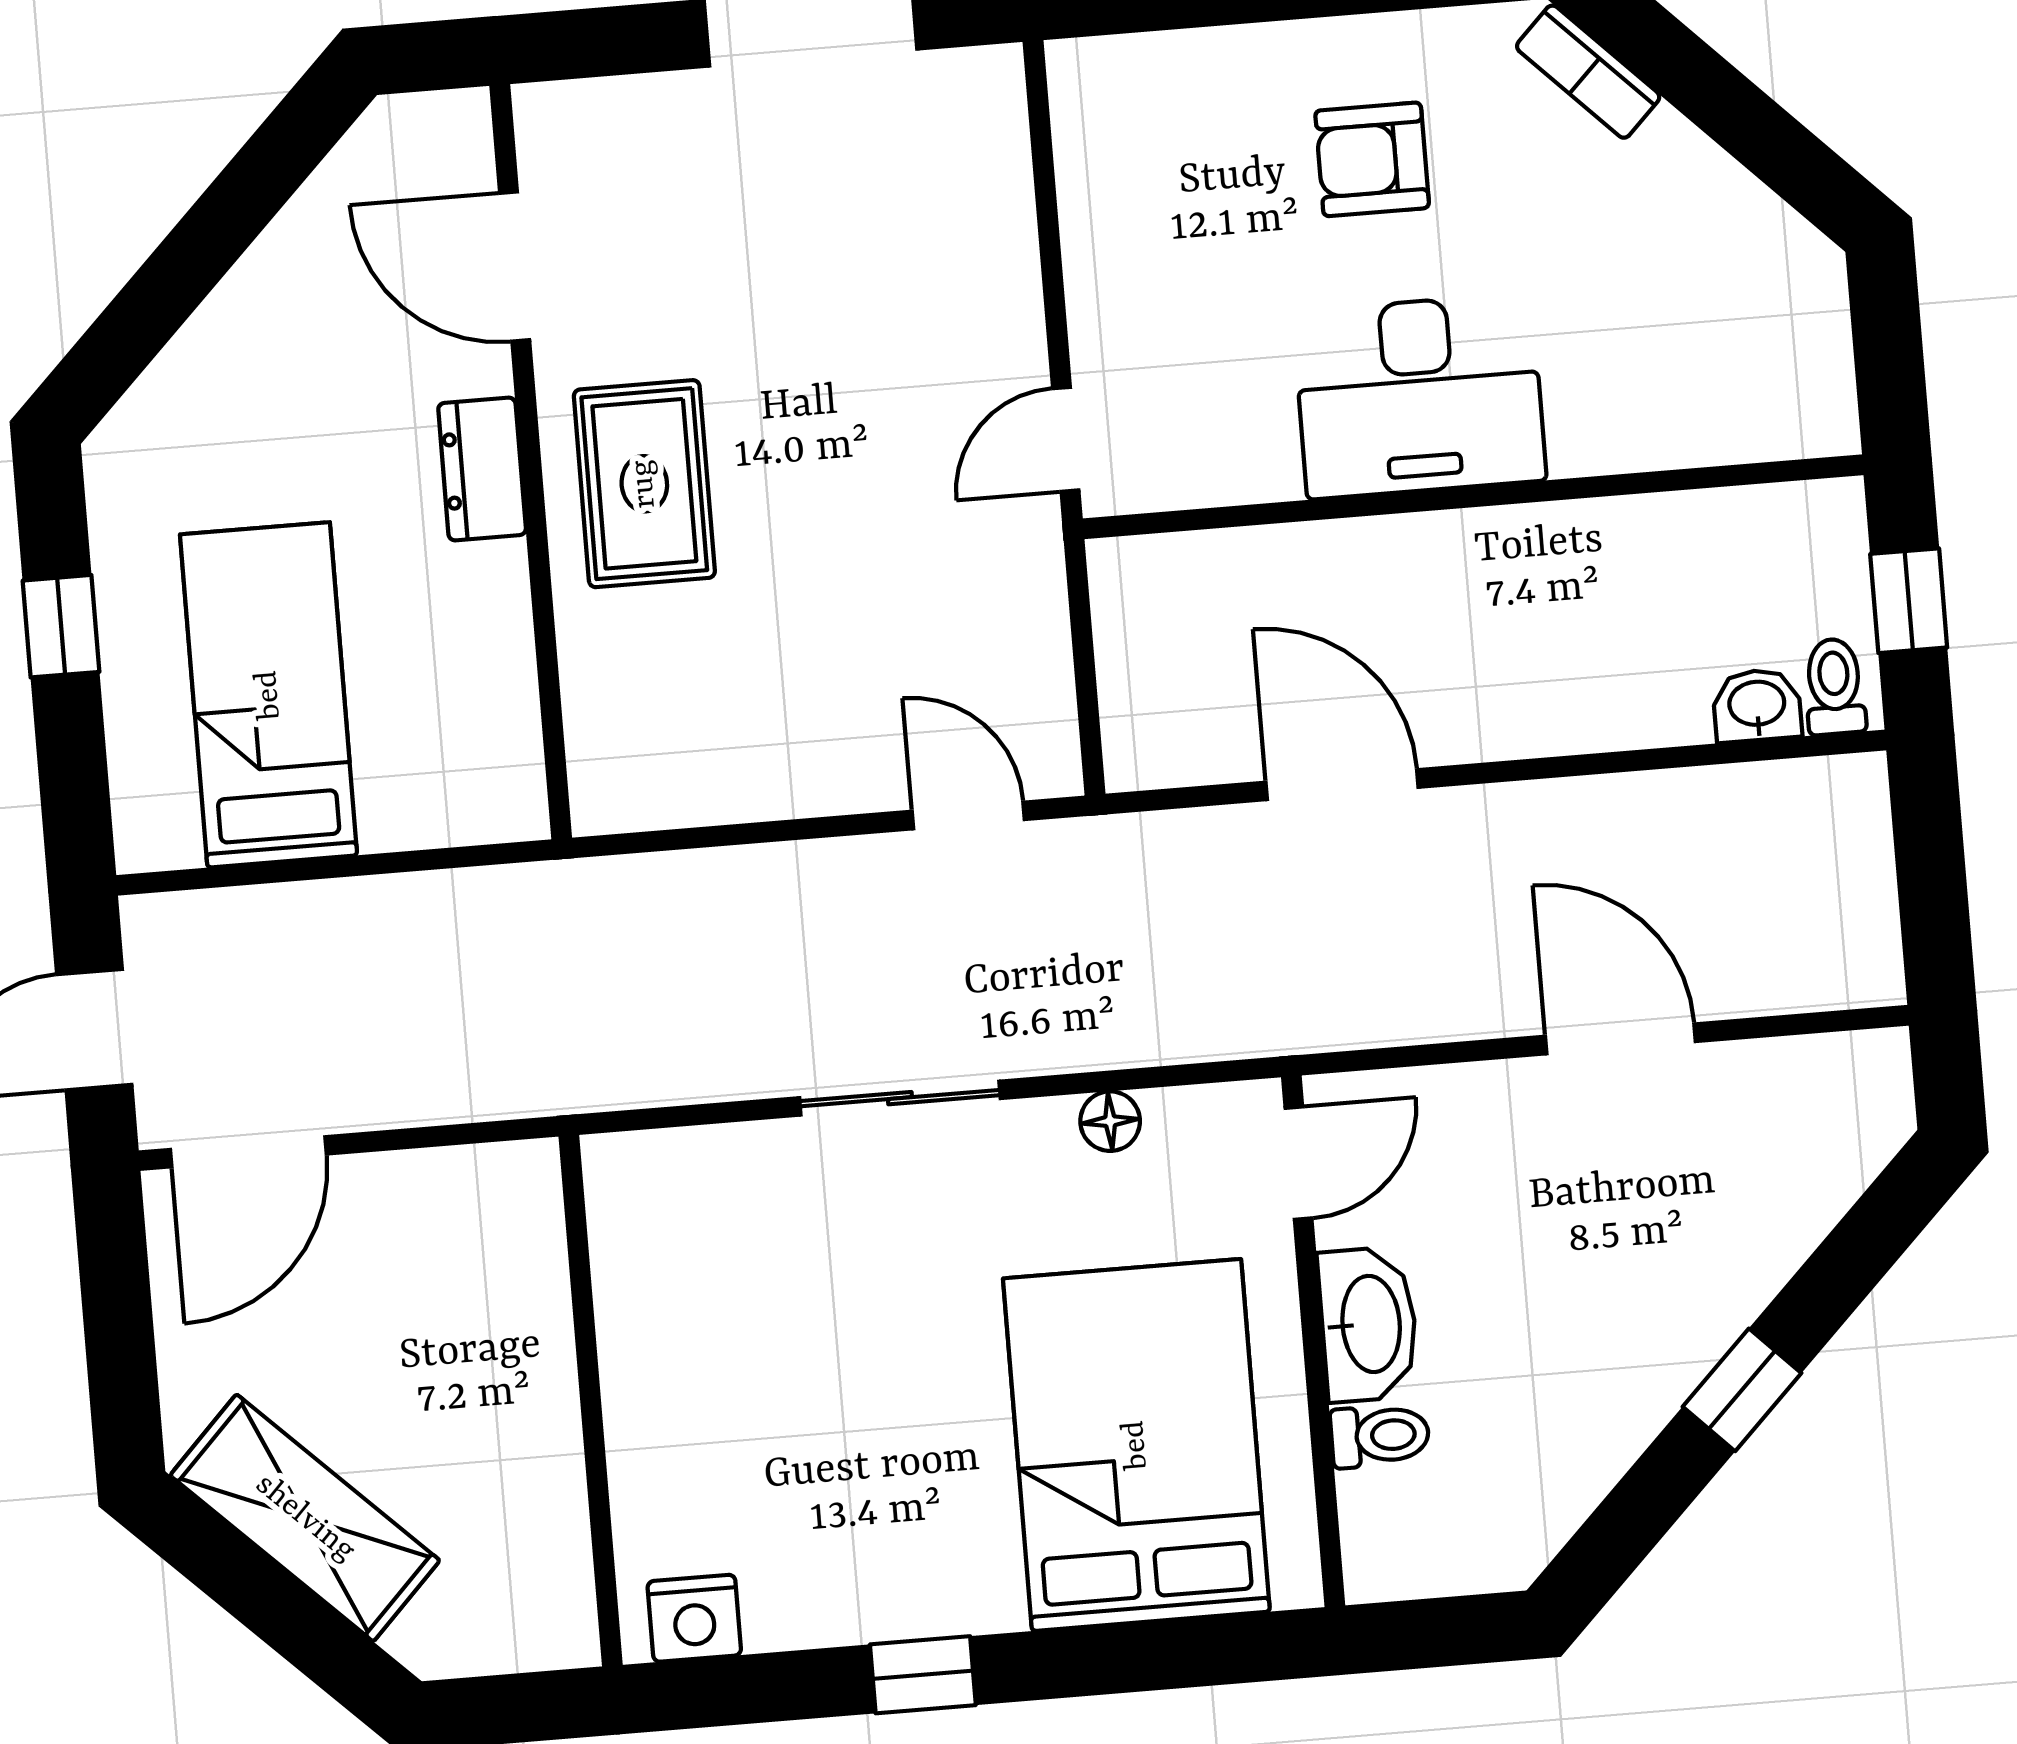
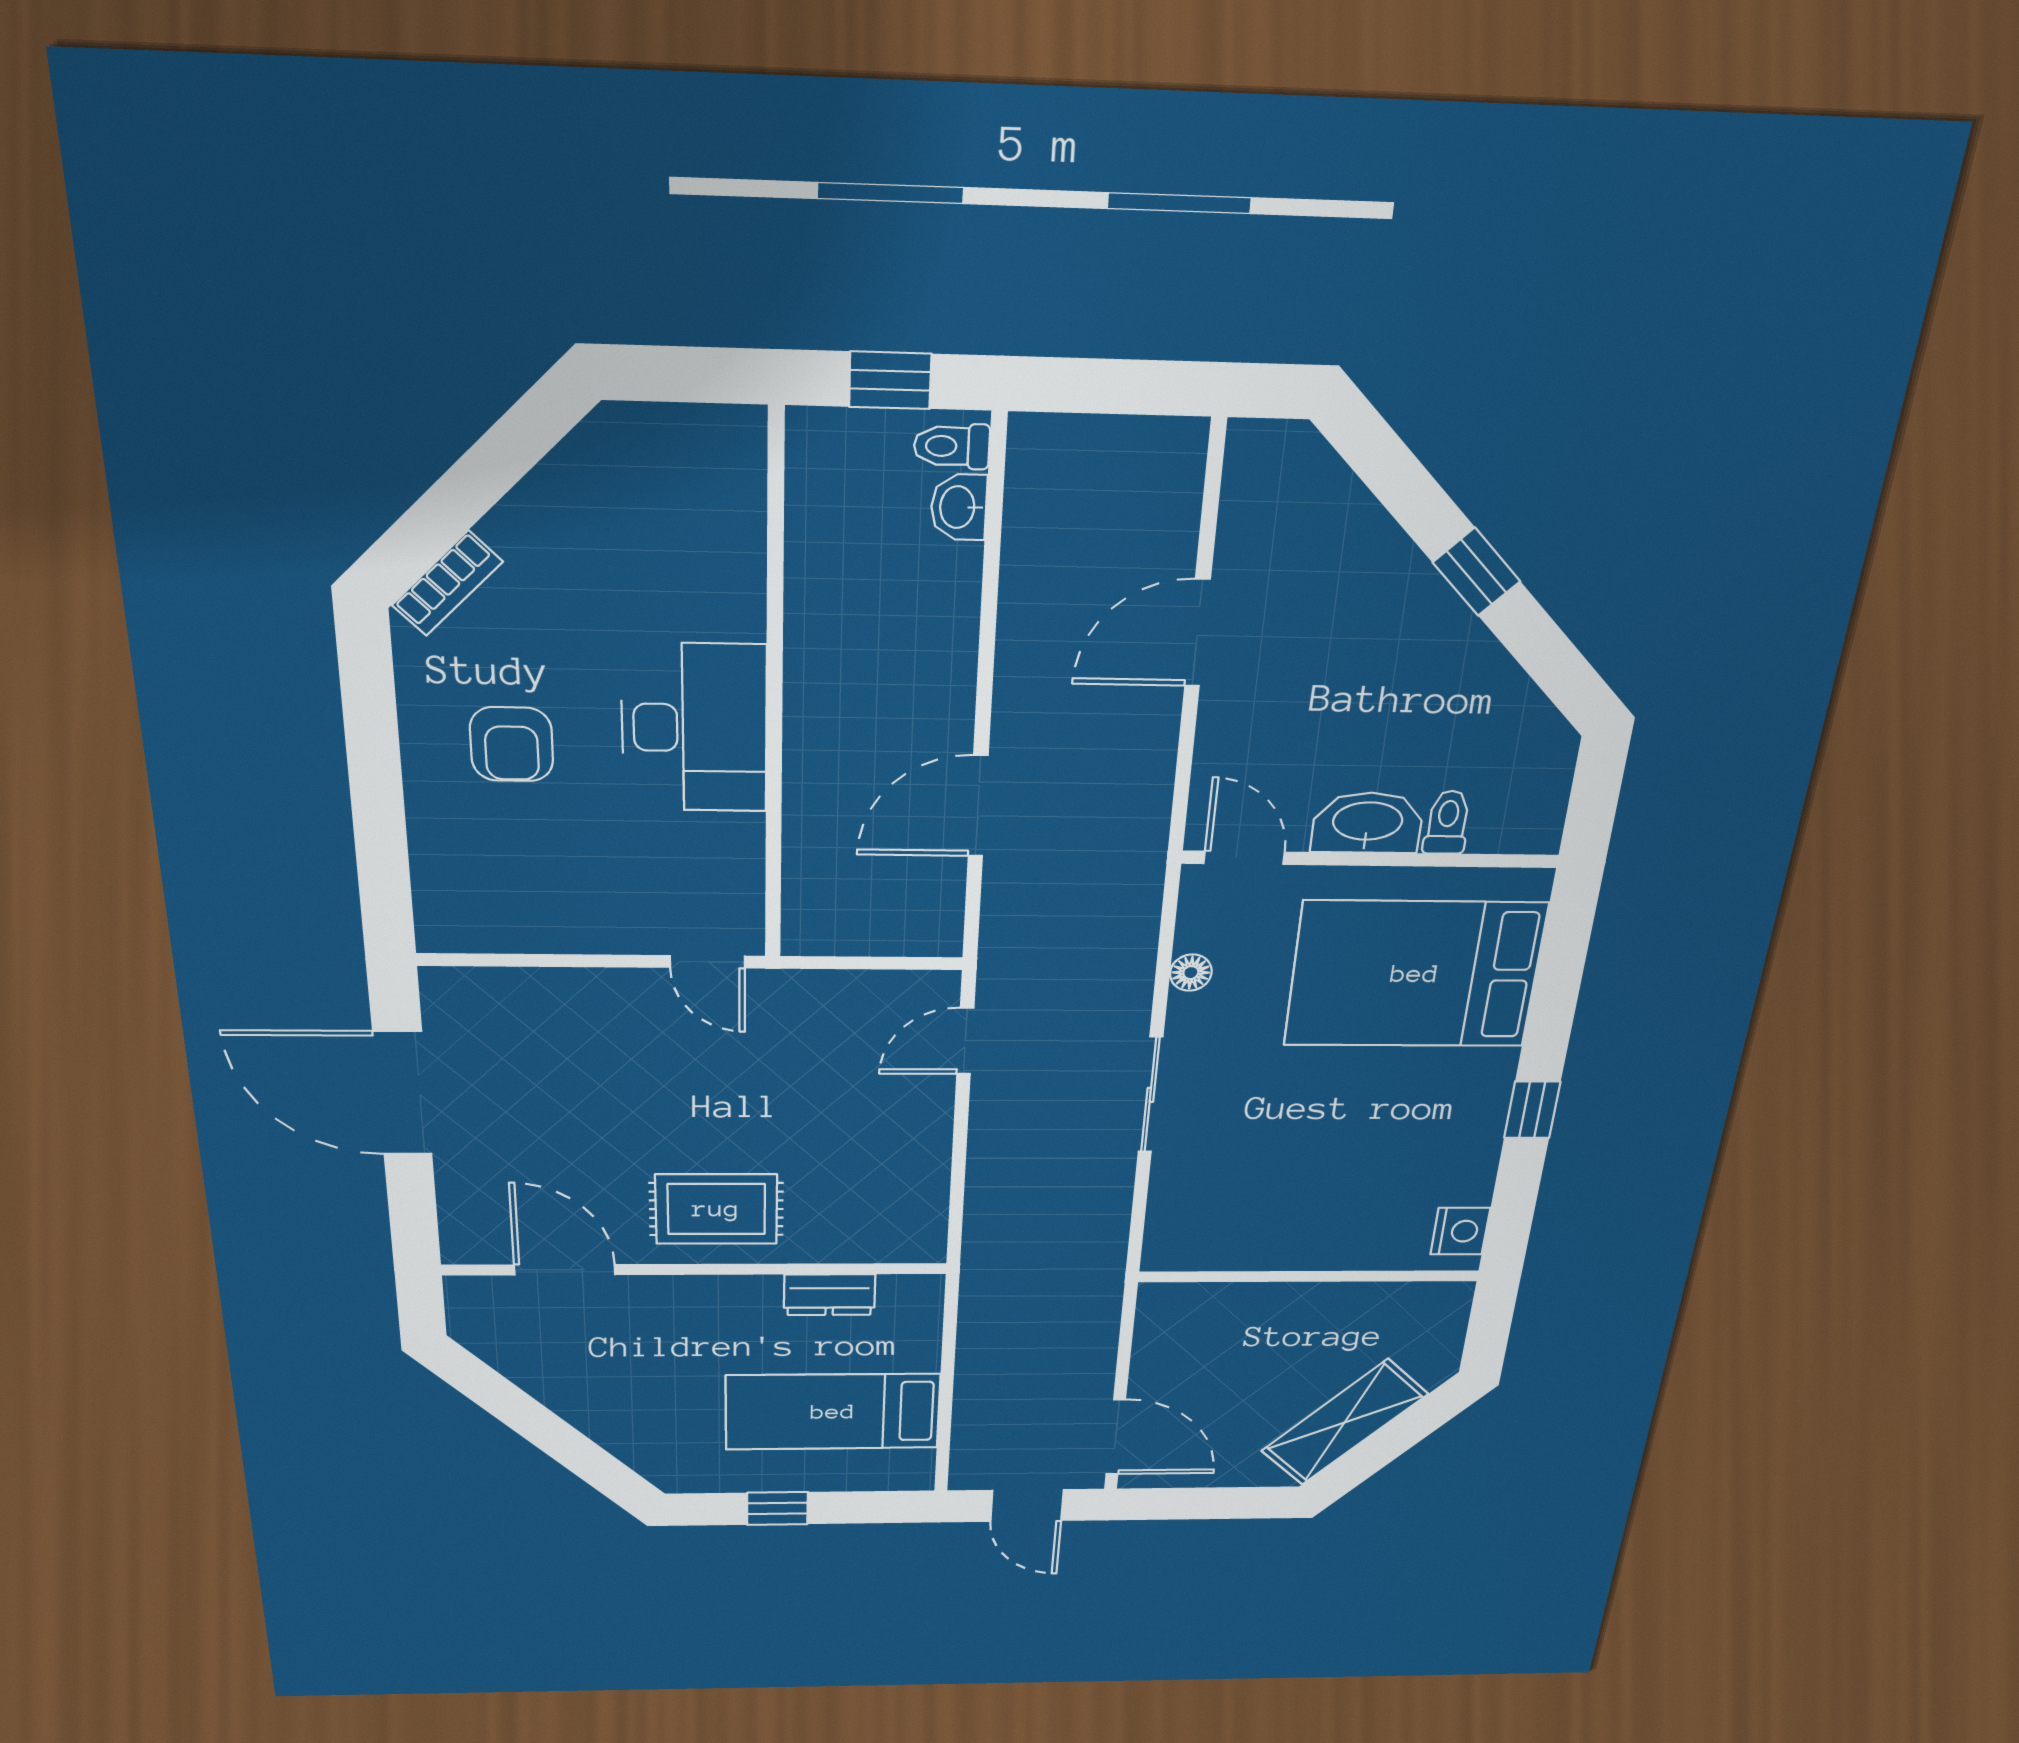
door: (515, 267) -> (565, 1270), swing flipped
dresser: (482, 469) -> (829, 1295), moved

